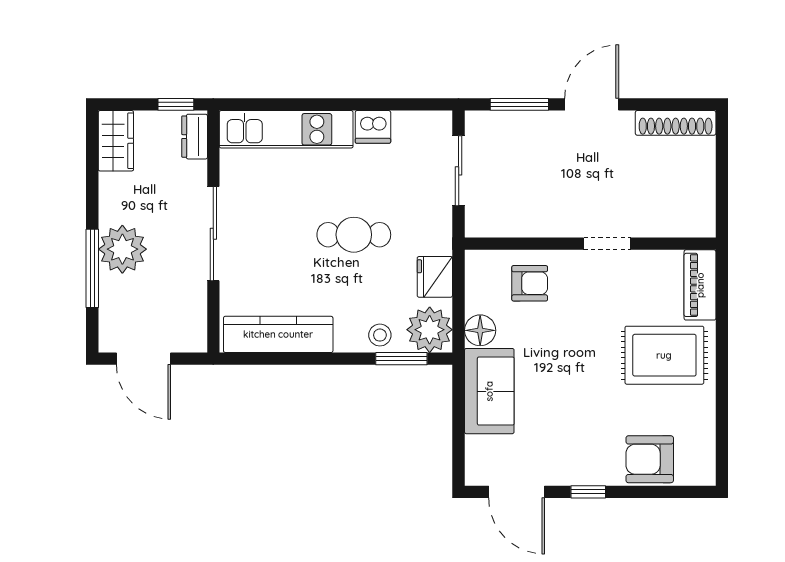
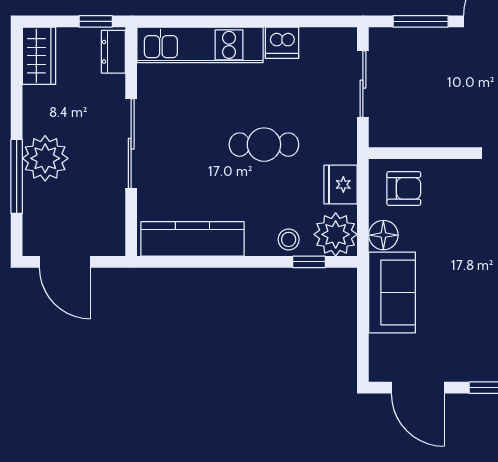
armchair: (530, 283) -> (404, 188), moved
window: (401, 359) -> (309, 262), width x0.67

